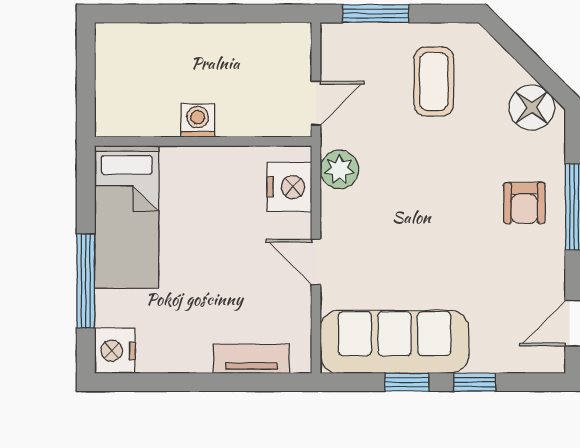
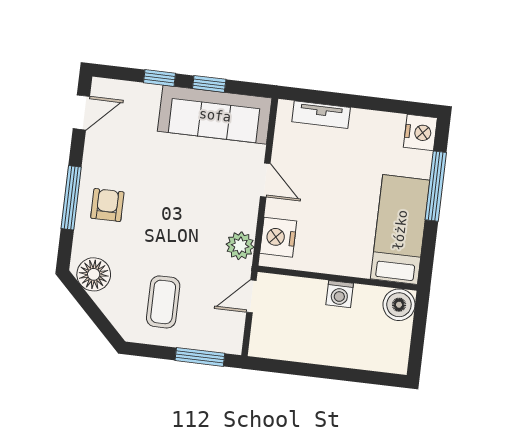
boiler: (116, 116) -> (399, 305), added

